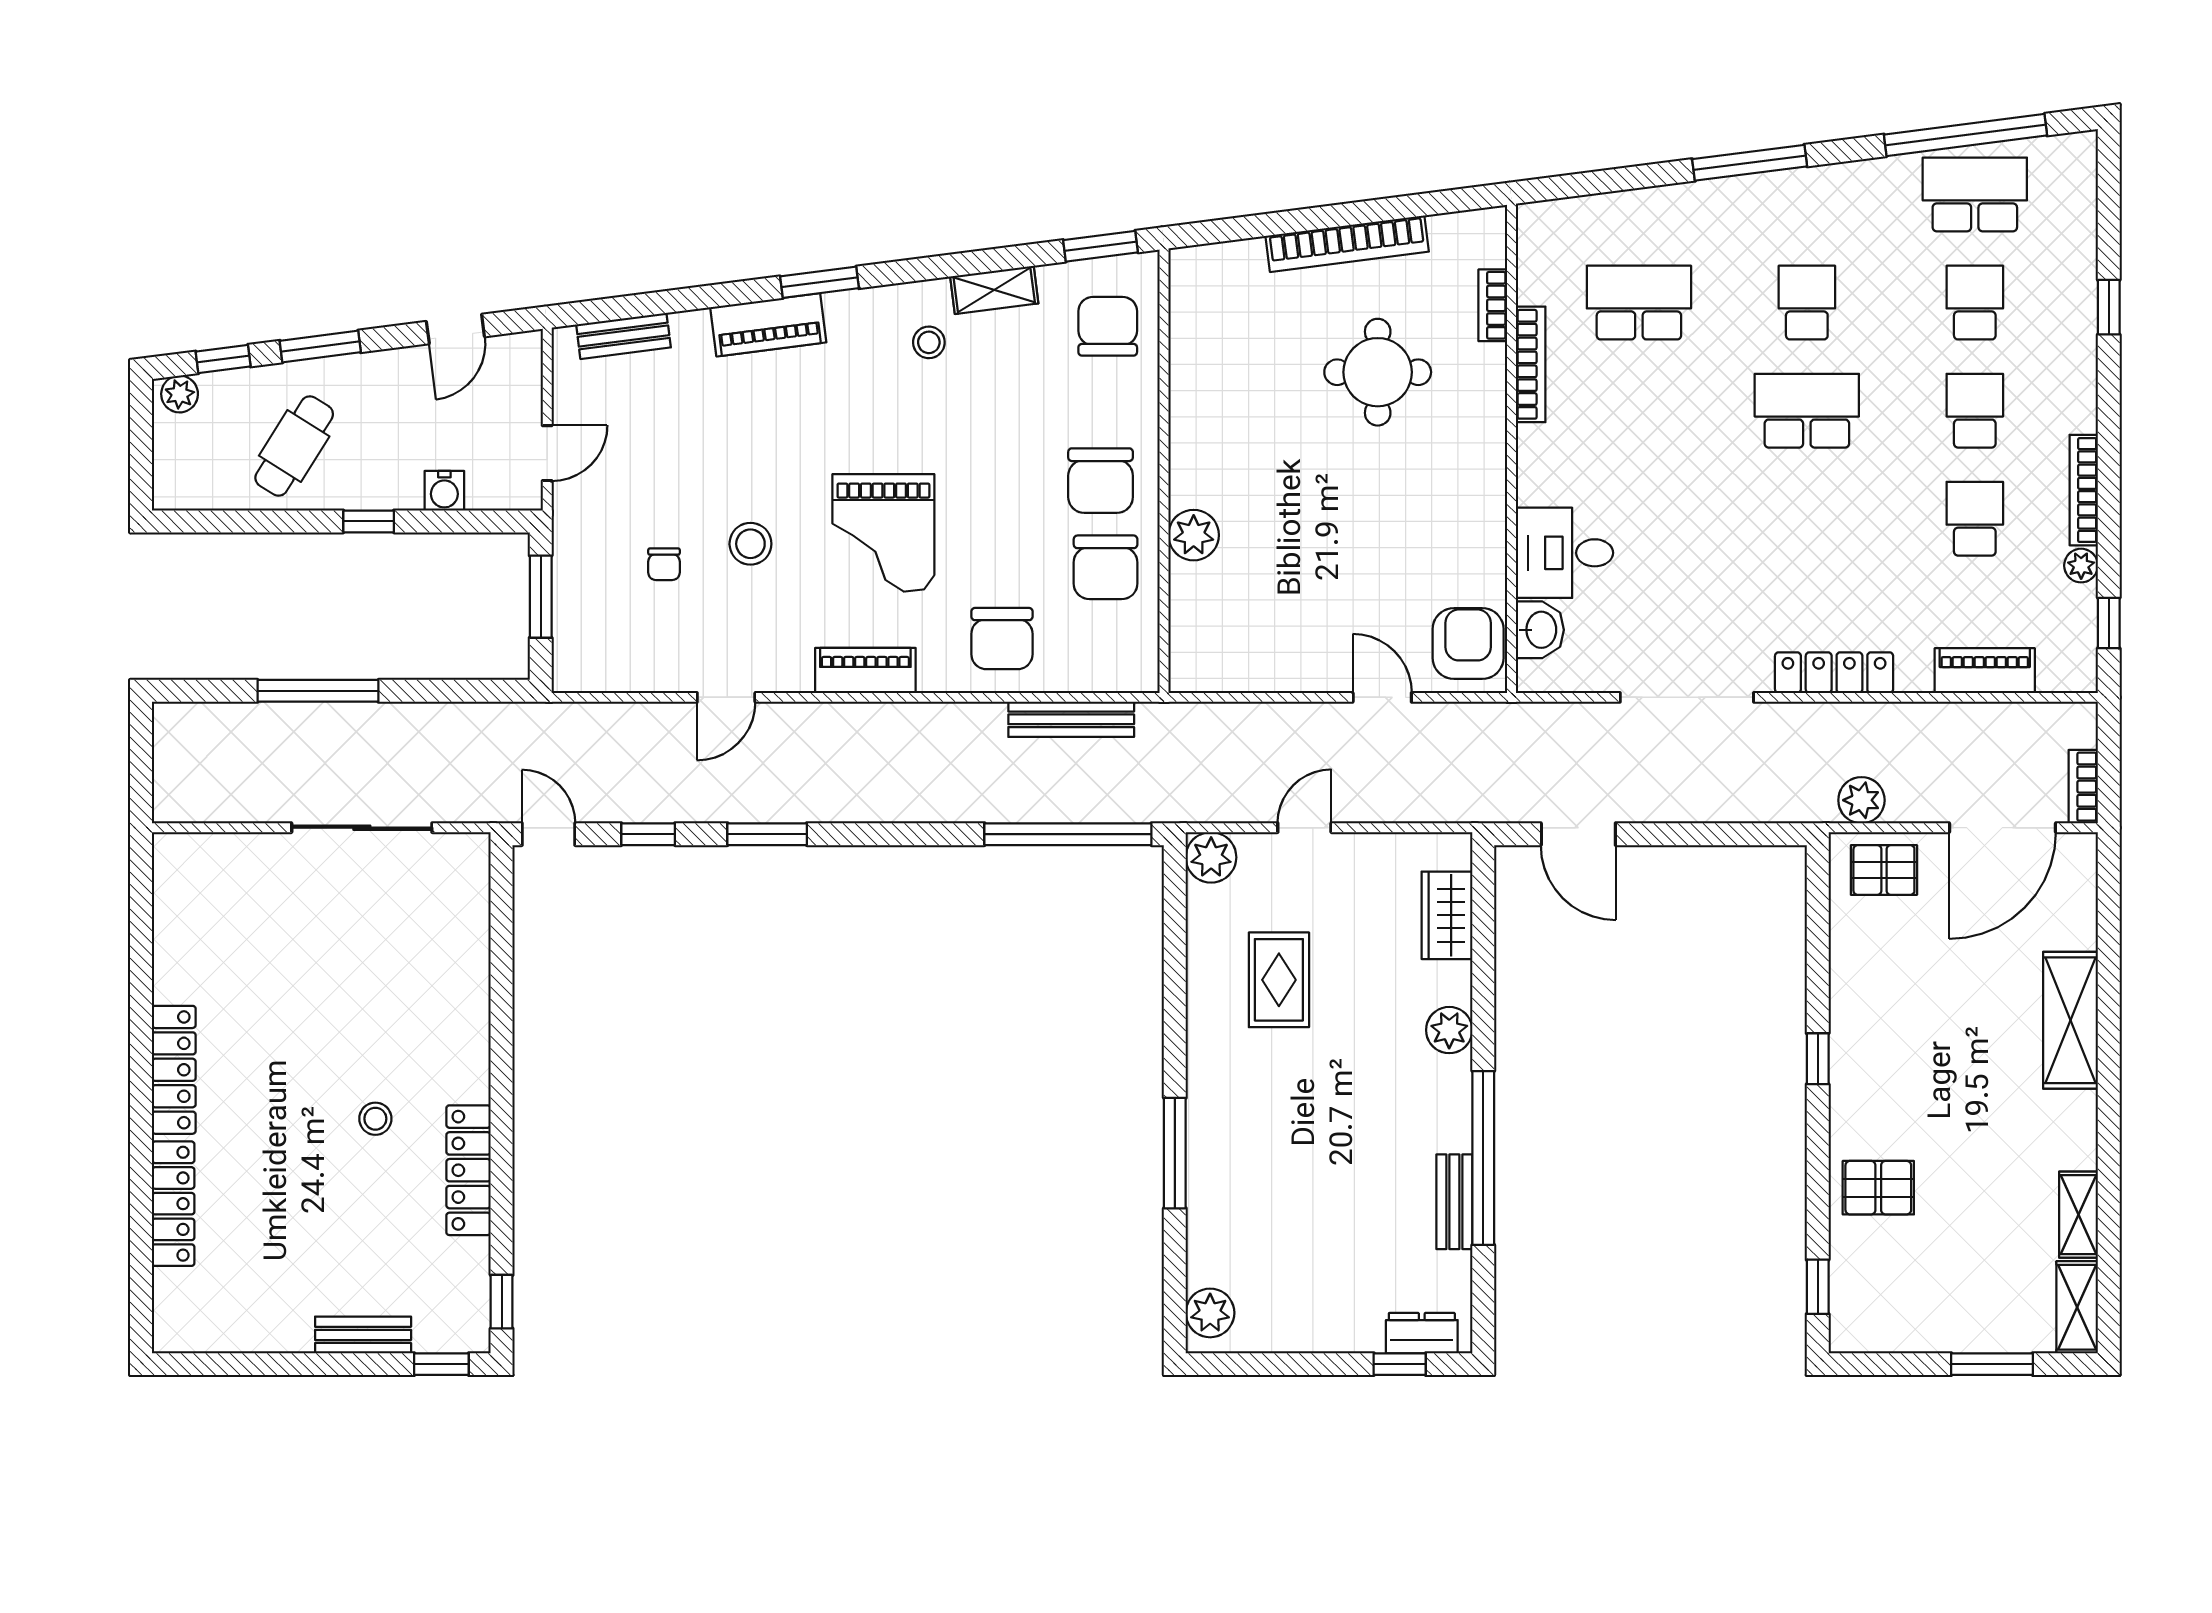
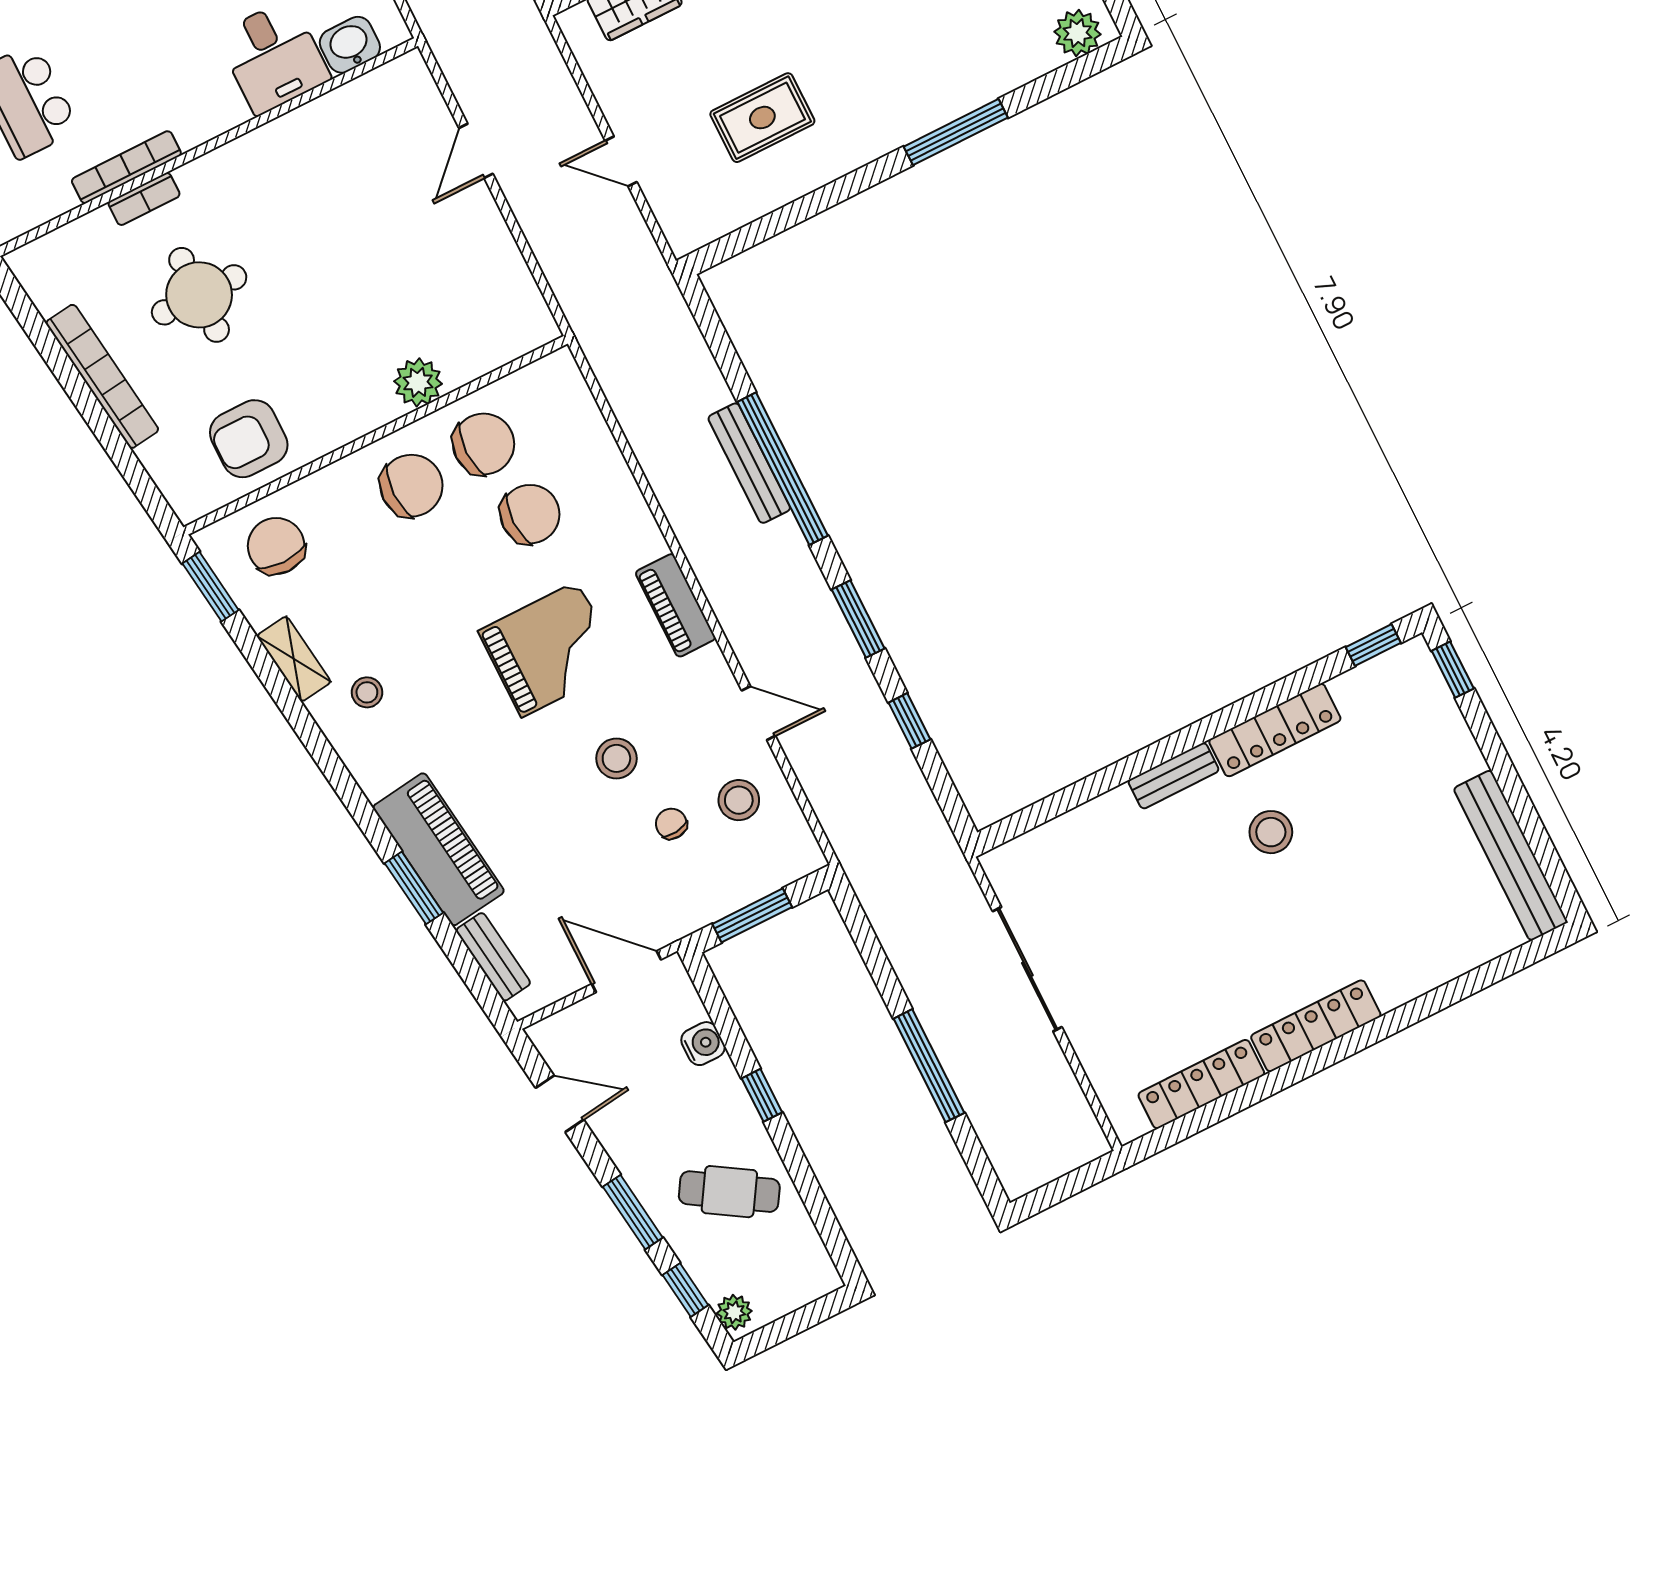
window: (820, 282) -> (414, 888), moved
bookcase: (1493, 305) -> (144, 199), moved
piano: (768, 325) -> (438, 849), width x1.37, depth x1.33
chair: (1108, 326) -> (276, 546), turned 90
door: (547, 453) -> (626, 972), width x1.38
chair: (664, 564) -> (671, 824), turned -96
stool: (654, 638) -> (739, 800), added
chair: (1002, 639) -> (530, 514), moved
armchair: (1468, 643) -> (249, 439), moved
bench: (1071, 719) -> (749, 463), moved
door: (549, 834) -> (952, 806), removed
window: (1068, 834) -> (783, 469), moved
plant: (1211, 857) -> (687, 229), removed
bench: (473, 1054) -> (1174, 776), added
stool: (375, 1119) -> (1271, 832), width x1.37, depth x1.37
locker: (173, 1204) -> (1201, 1084), moved
bench: (363, 1335) -> (1511, 855), moved, width x1.86, depth x1.21

